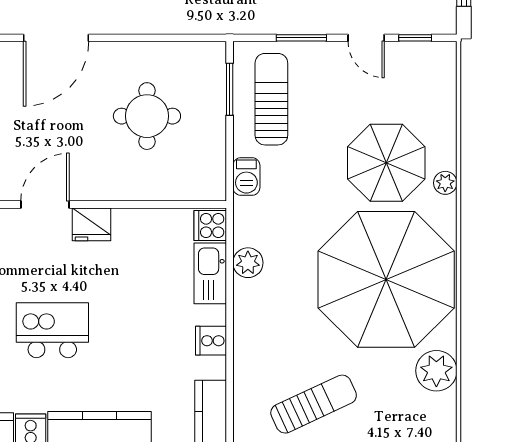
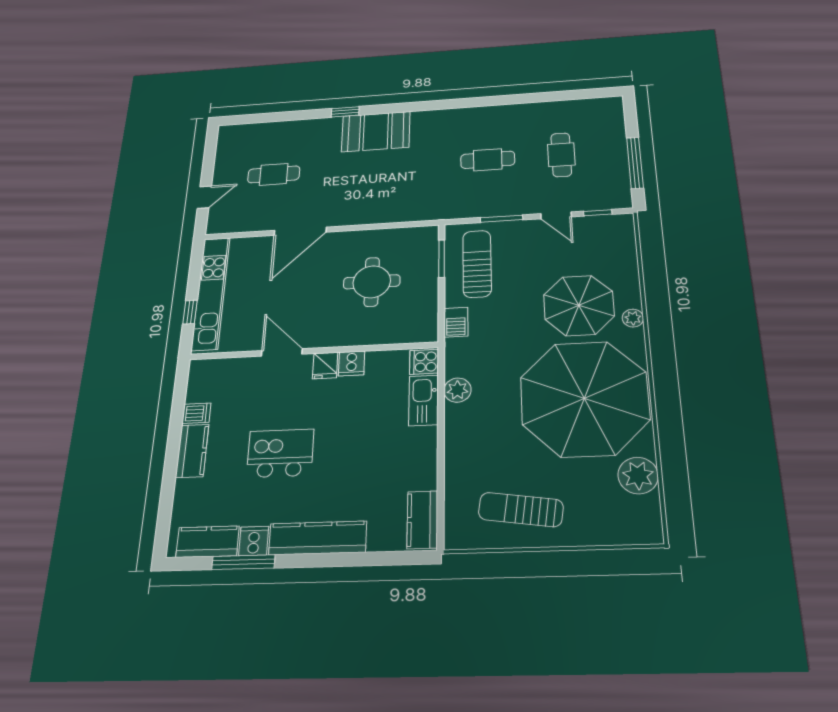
door: (45, 205) -> (282, 352), hinge flipped
fridge: (91, 224) -> (325, 366), width x0.72
cooker: (211, 341) -> (352, 363), moved, turned -90
sun lounger: (314, 404) -> (521, 510), turned -147

